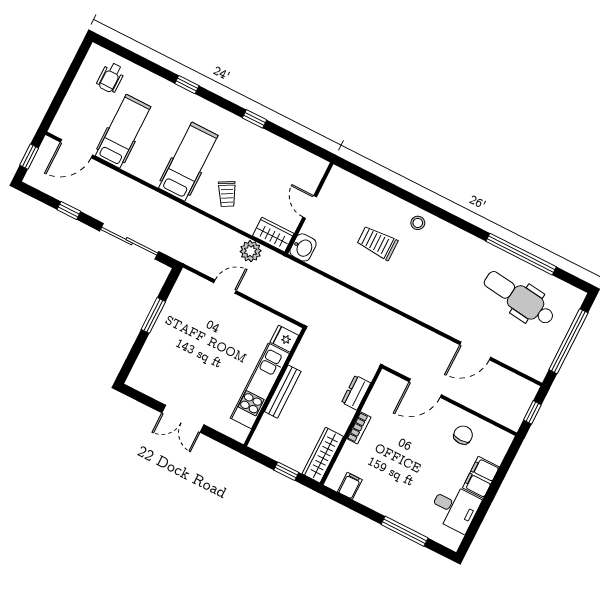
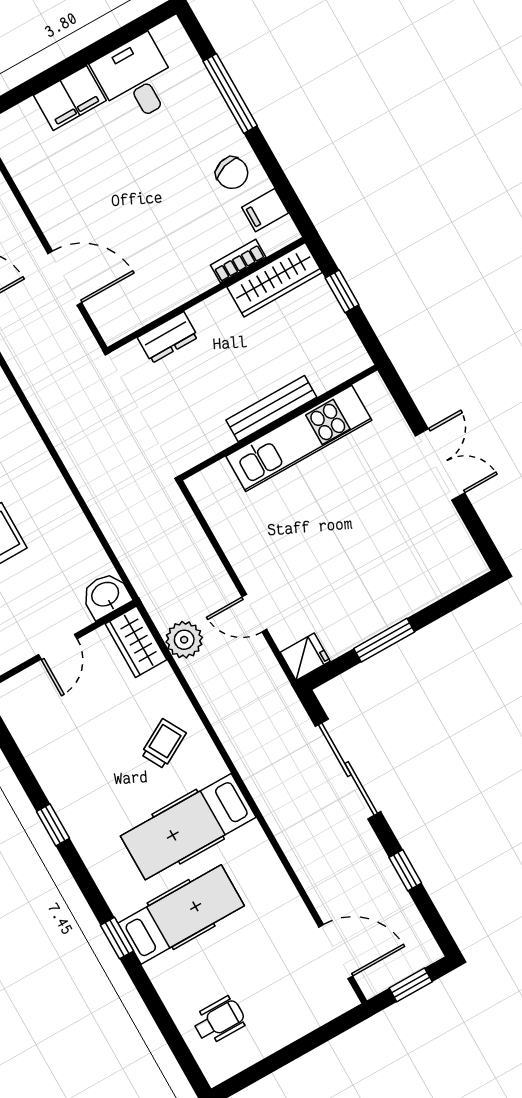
hospital bed: (123, 131) -> (181, 915), moved, turned 180
fridge: (284, 339) -> (305, 657), moved, turned -90
bookcase: (359, 428) -> (238, 261), moved
chair: (463, 435) -> (232, 173), moved, turned -107

